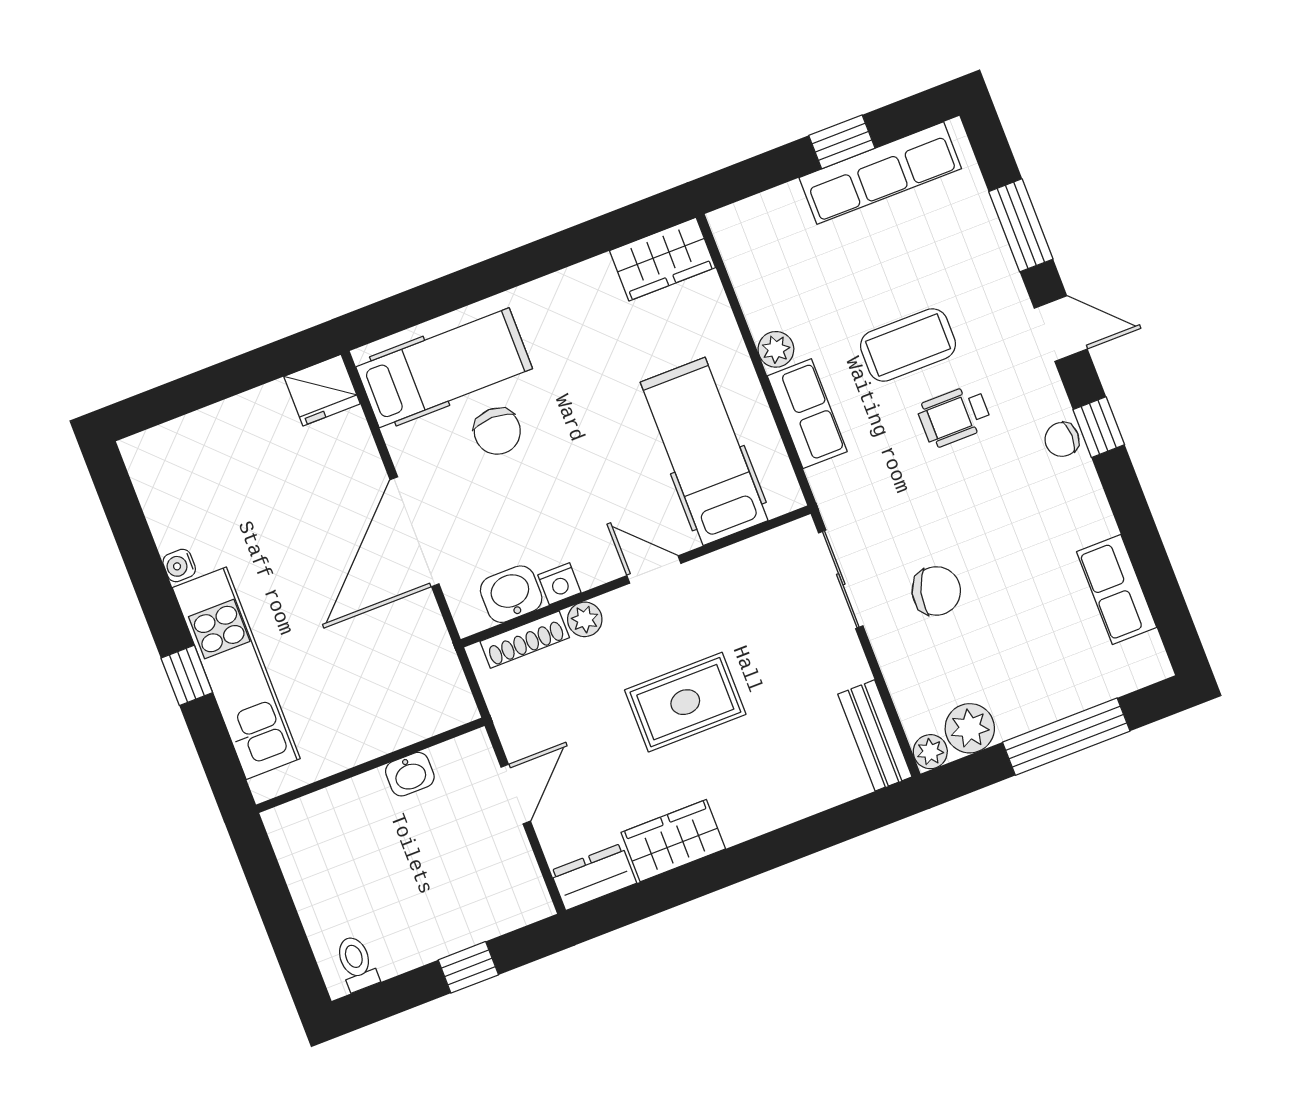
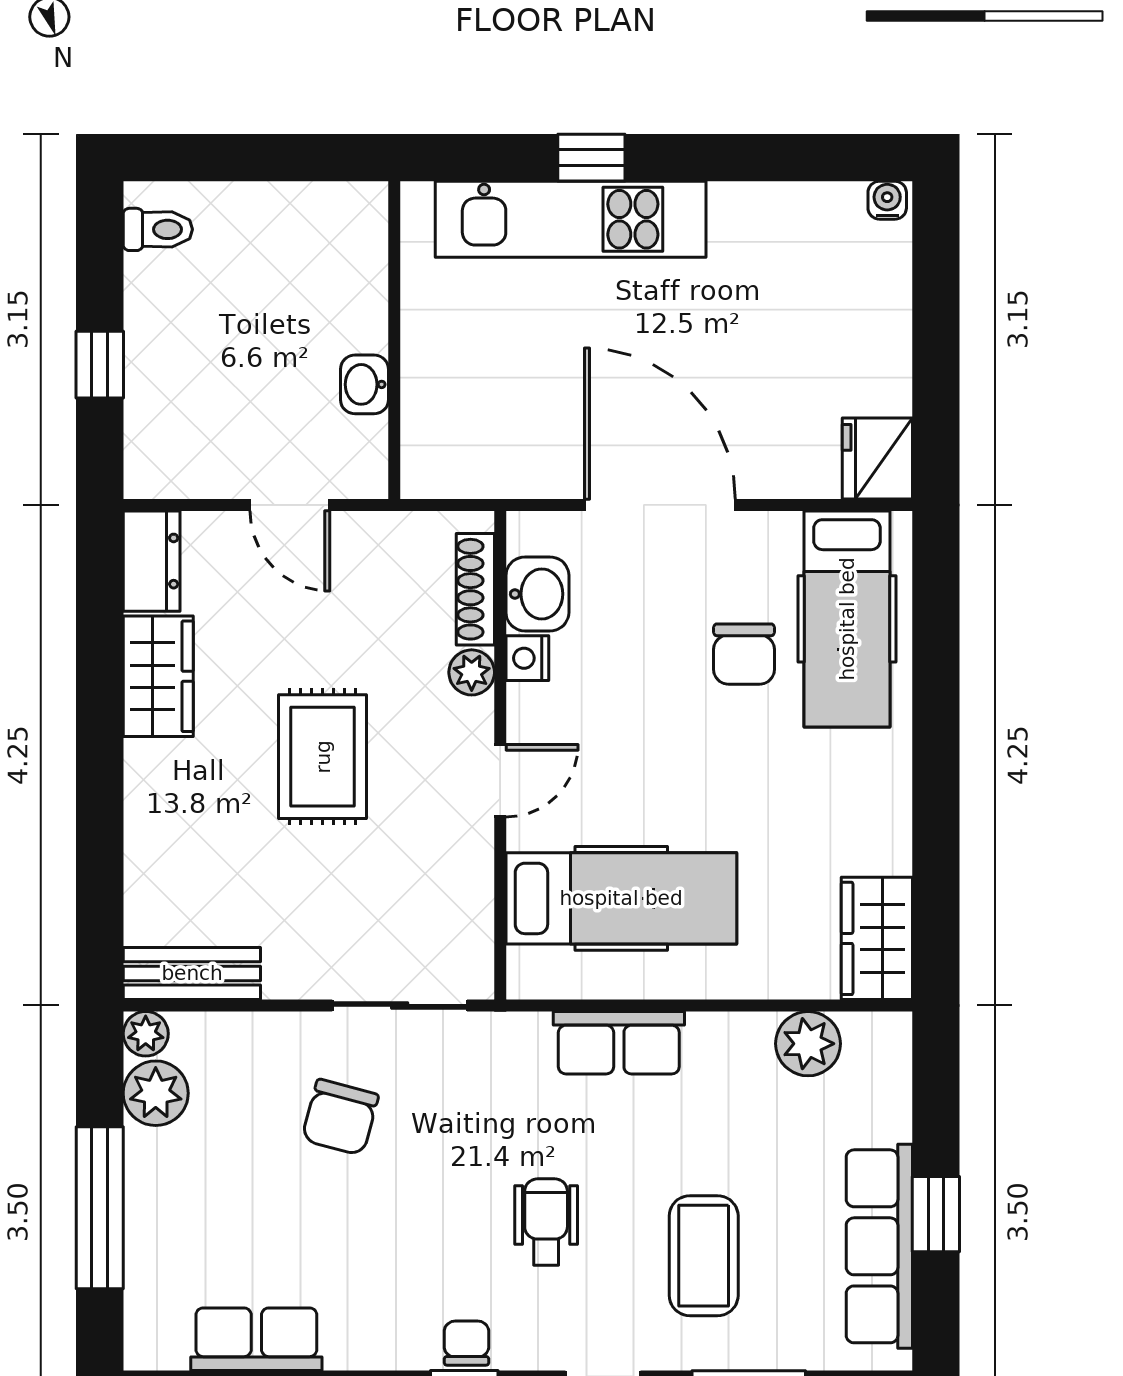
coffee table: (908, 345) -> (704, 1256), moved
plant: (776, 349) -> (808, 1044), moved, width x1.38, depth x1.38
chair: (497, 431) -> (744, 654), turned -90
water cooler: (179, 566) -> (887, 200), moved

